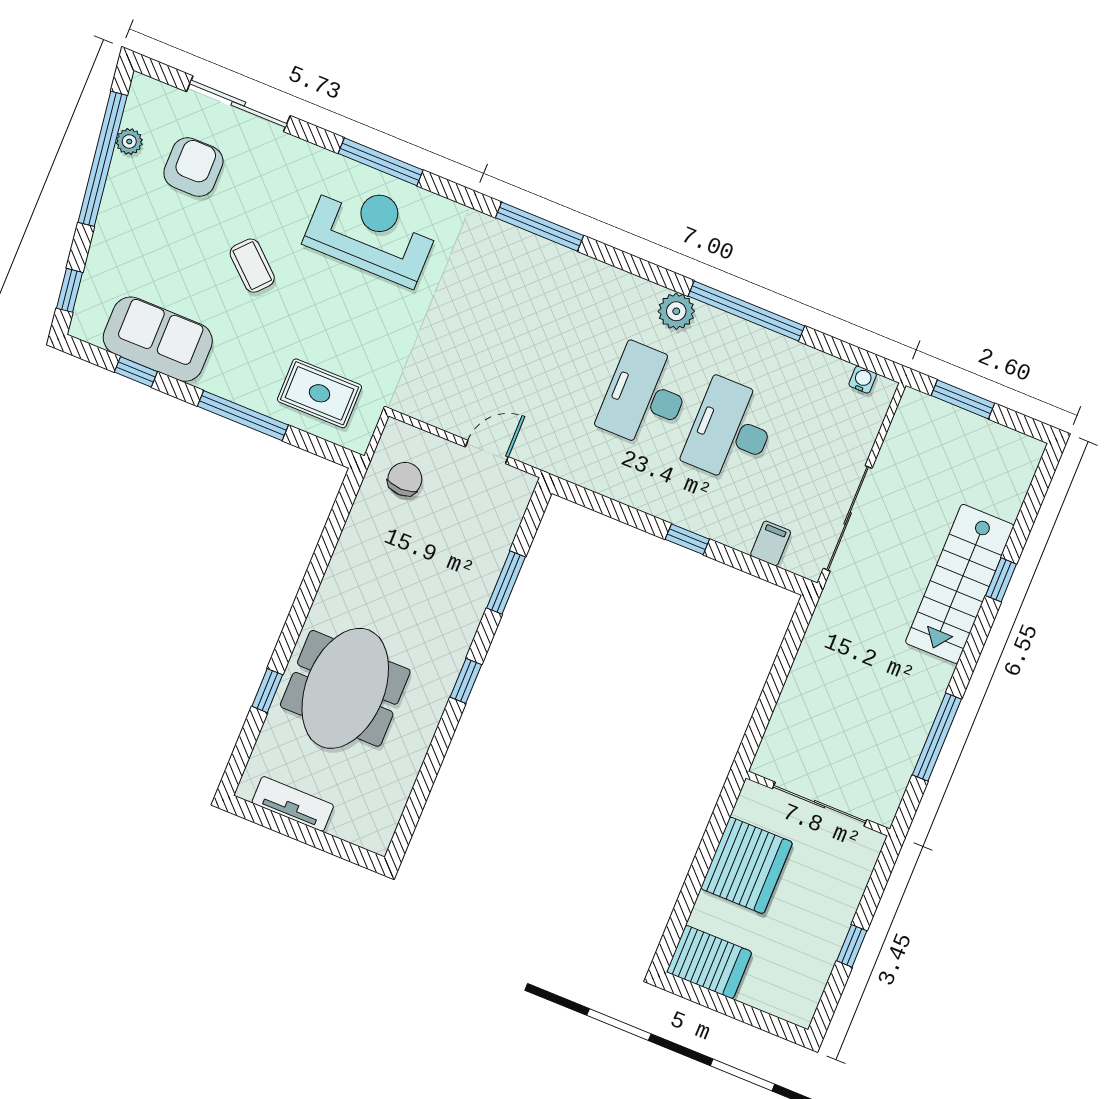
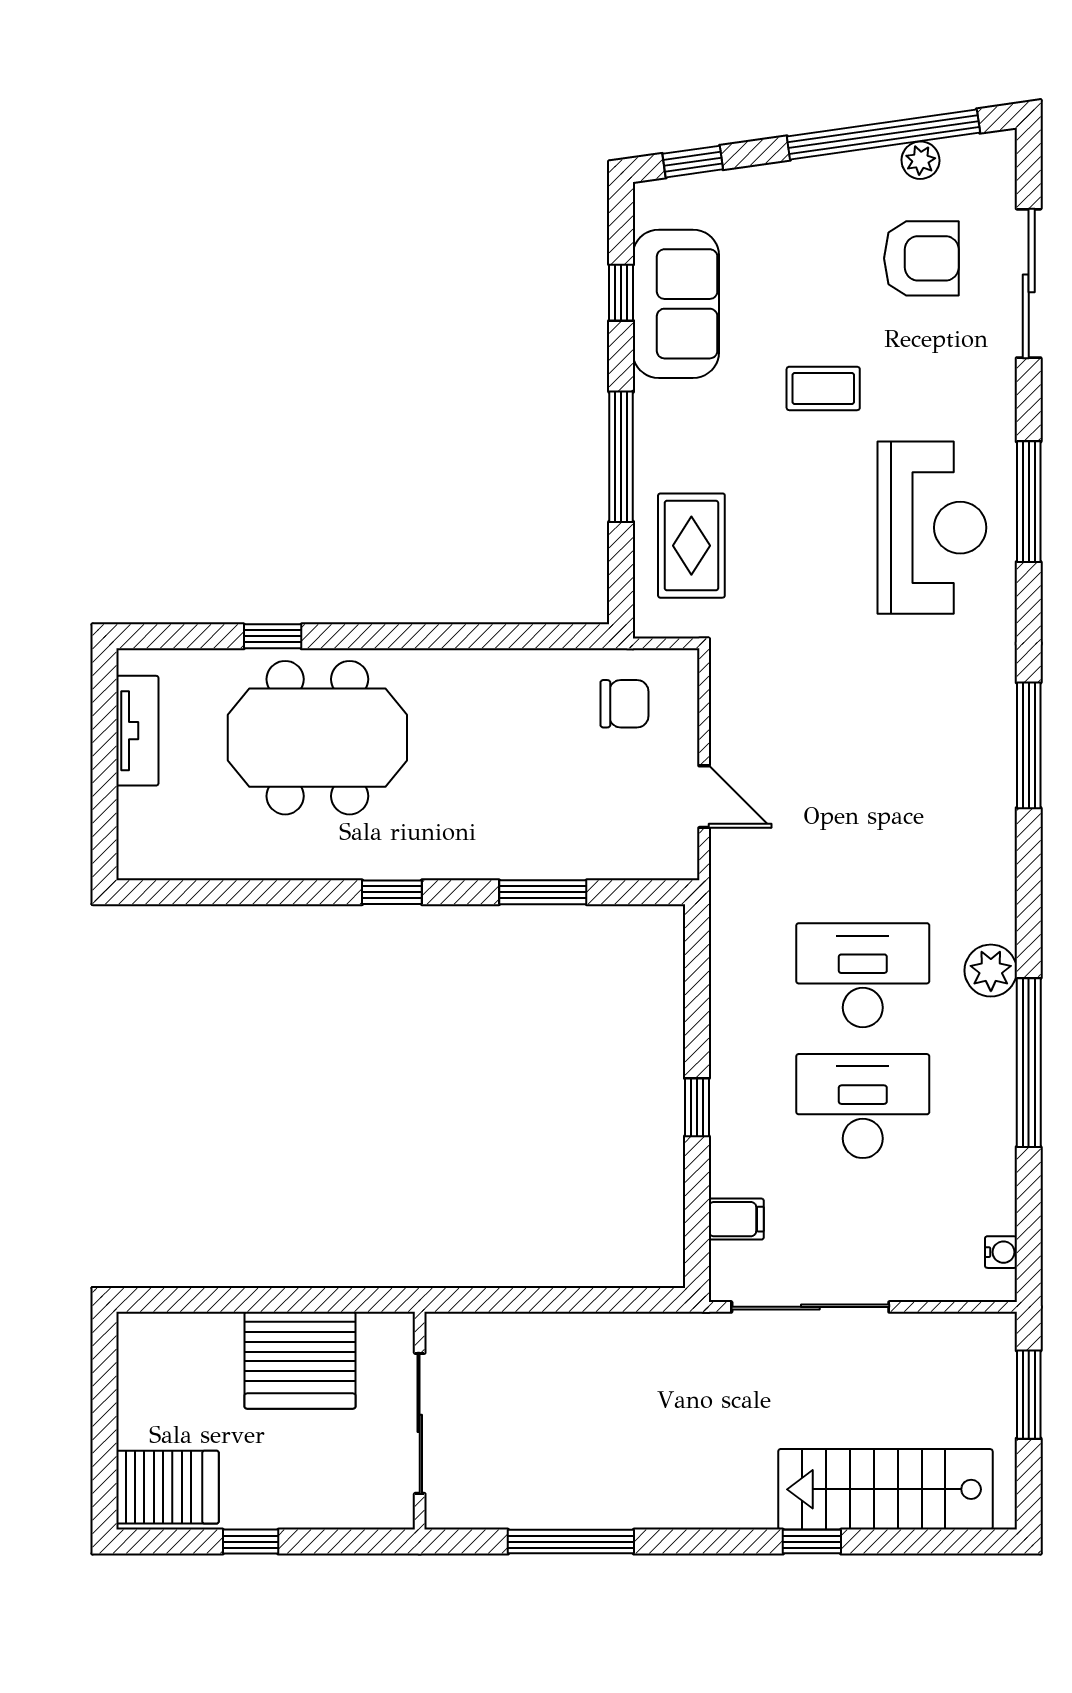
coffee table: (252, 266) -> (823, 388), turned 48
stairs: (960, 584) -> (885, 1489), moved
server rack: (709, 962) -> (167, 1487), moved, turned -90

